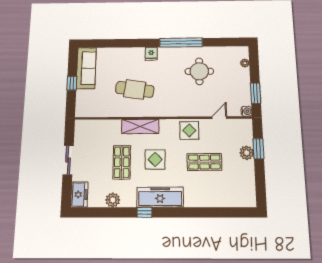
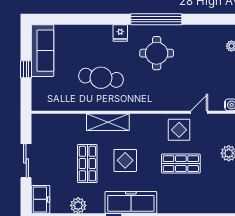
round table: (199, 71) -> (157, 53), moved
display table: (189, 130) -> (179, 130), moved

